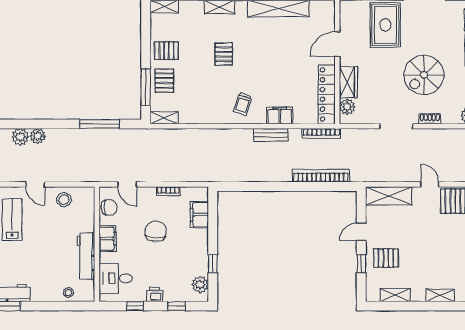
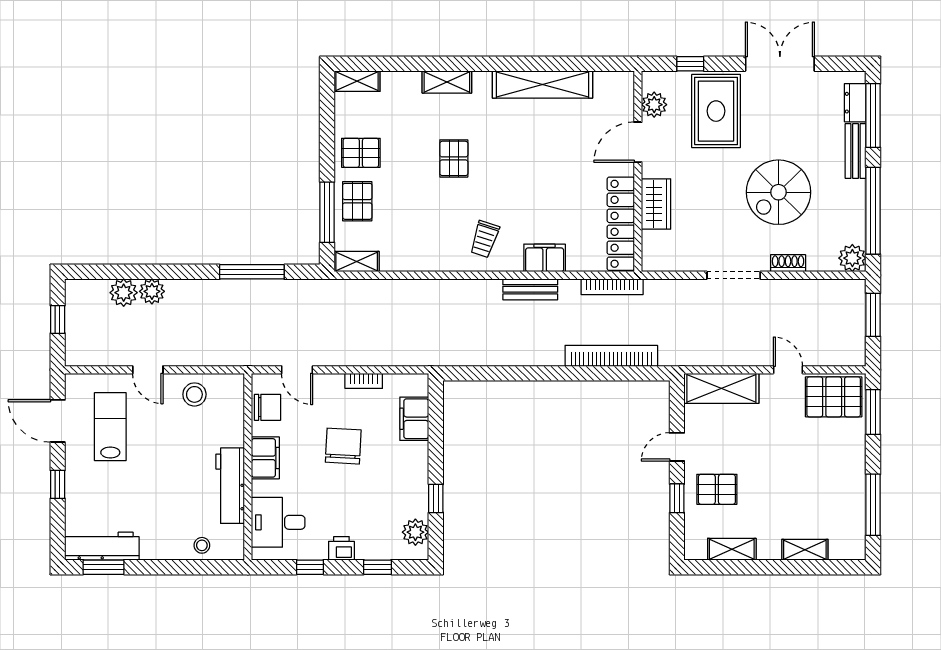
plant: (347, 107) -> (654, 105), moved

